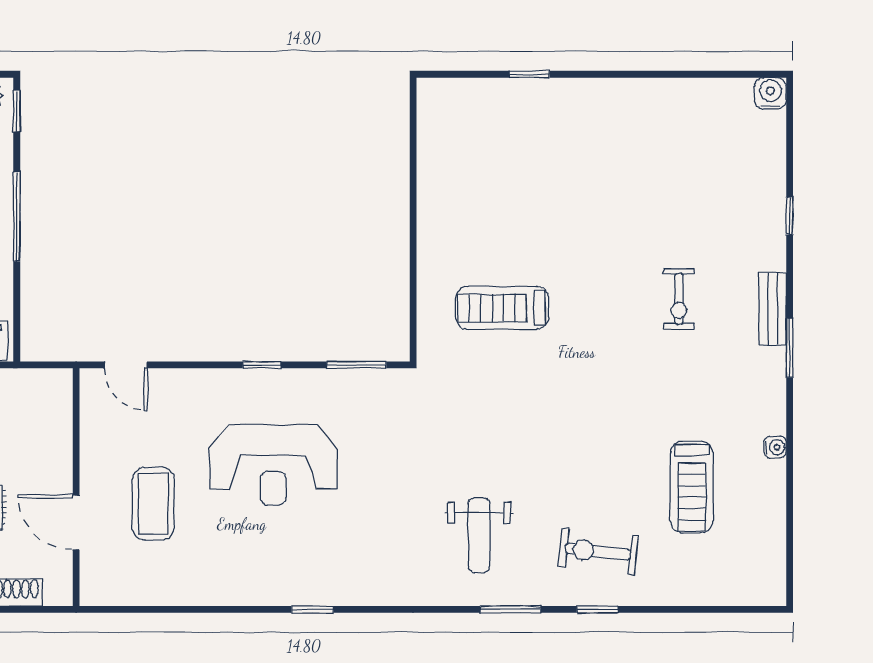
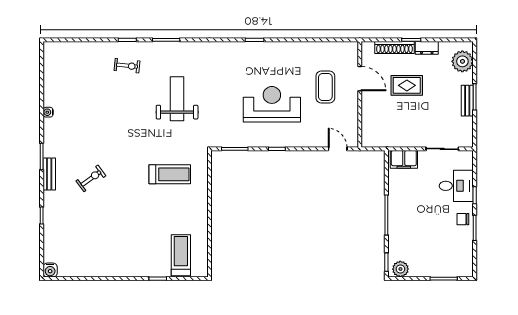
exercise bike: (679, 299) -> (91, 178), turned 54
treadmill: (692, 487) -> (181, 255), moved
weight bench: (479, 535) -> (177, 99), moved, width x1.36, depth x1.33
exercise bike: (598, 552) -> (127, 66), width x0.73, depth x0.72

